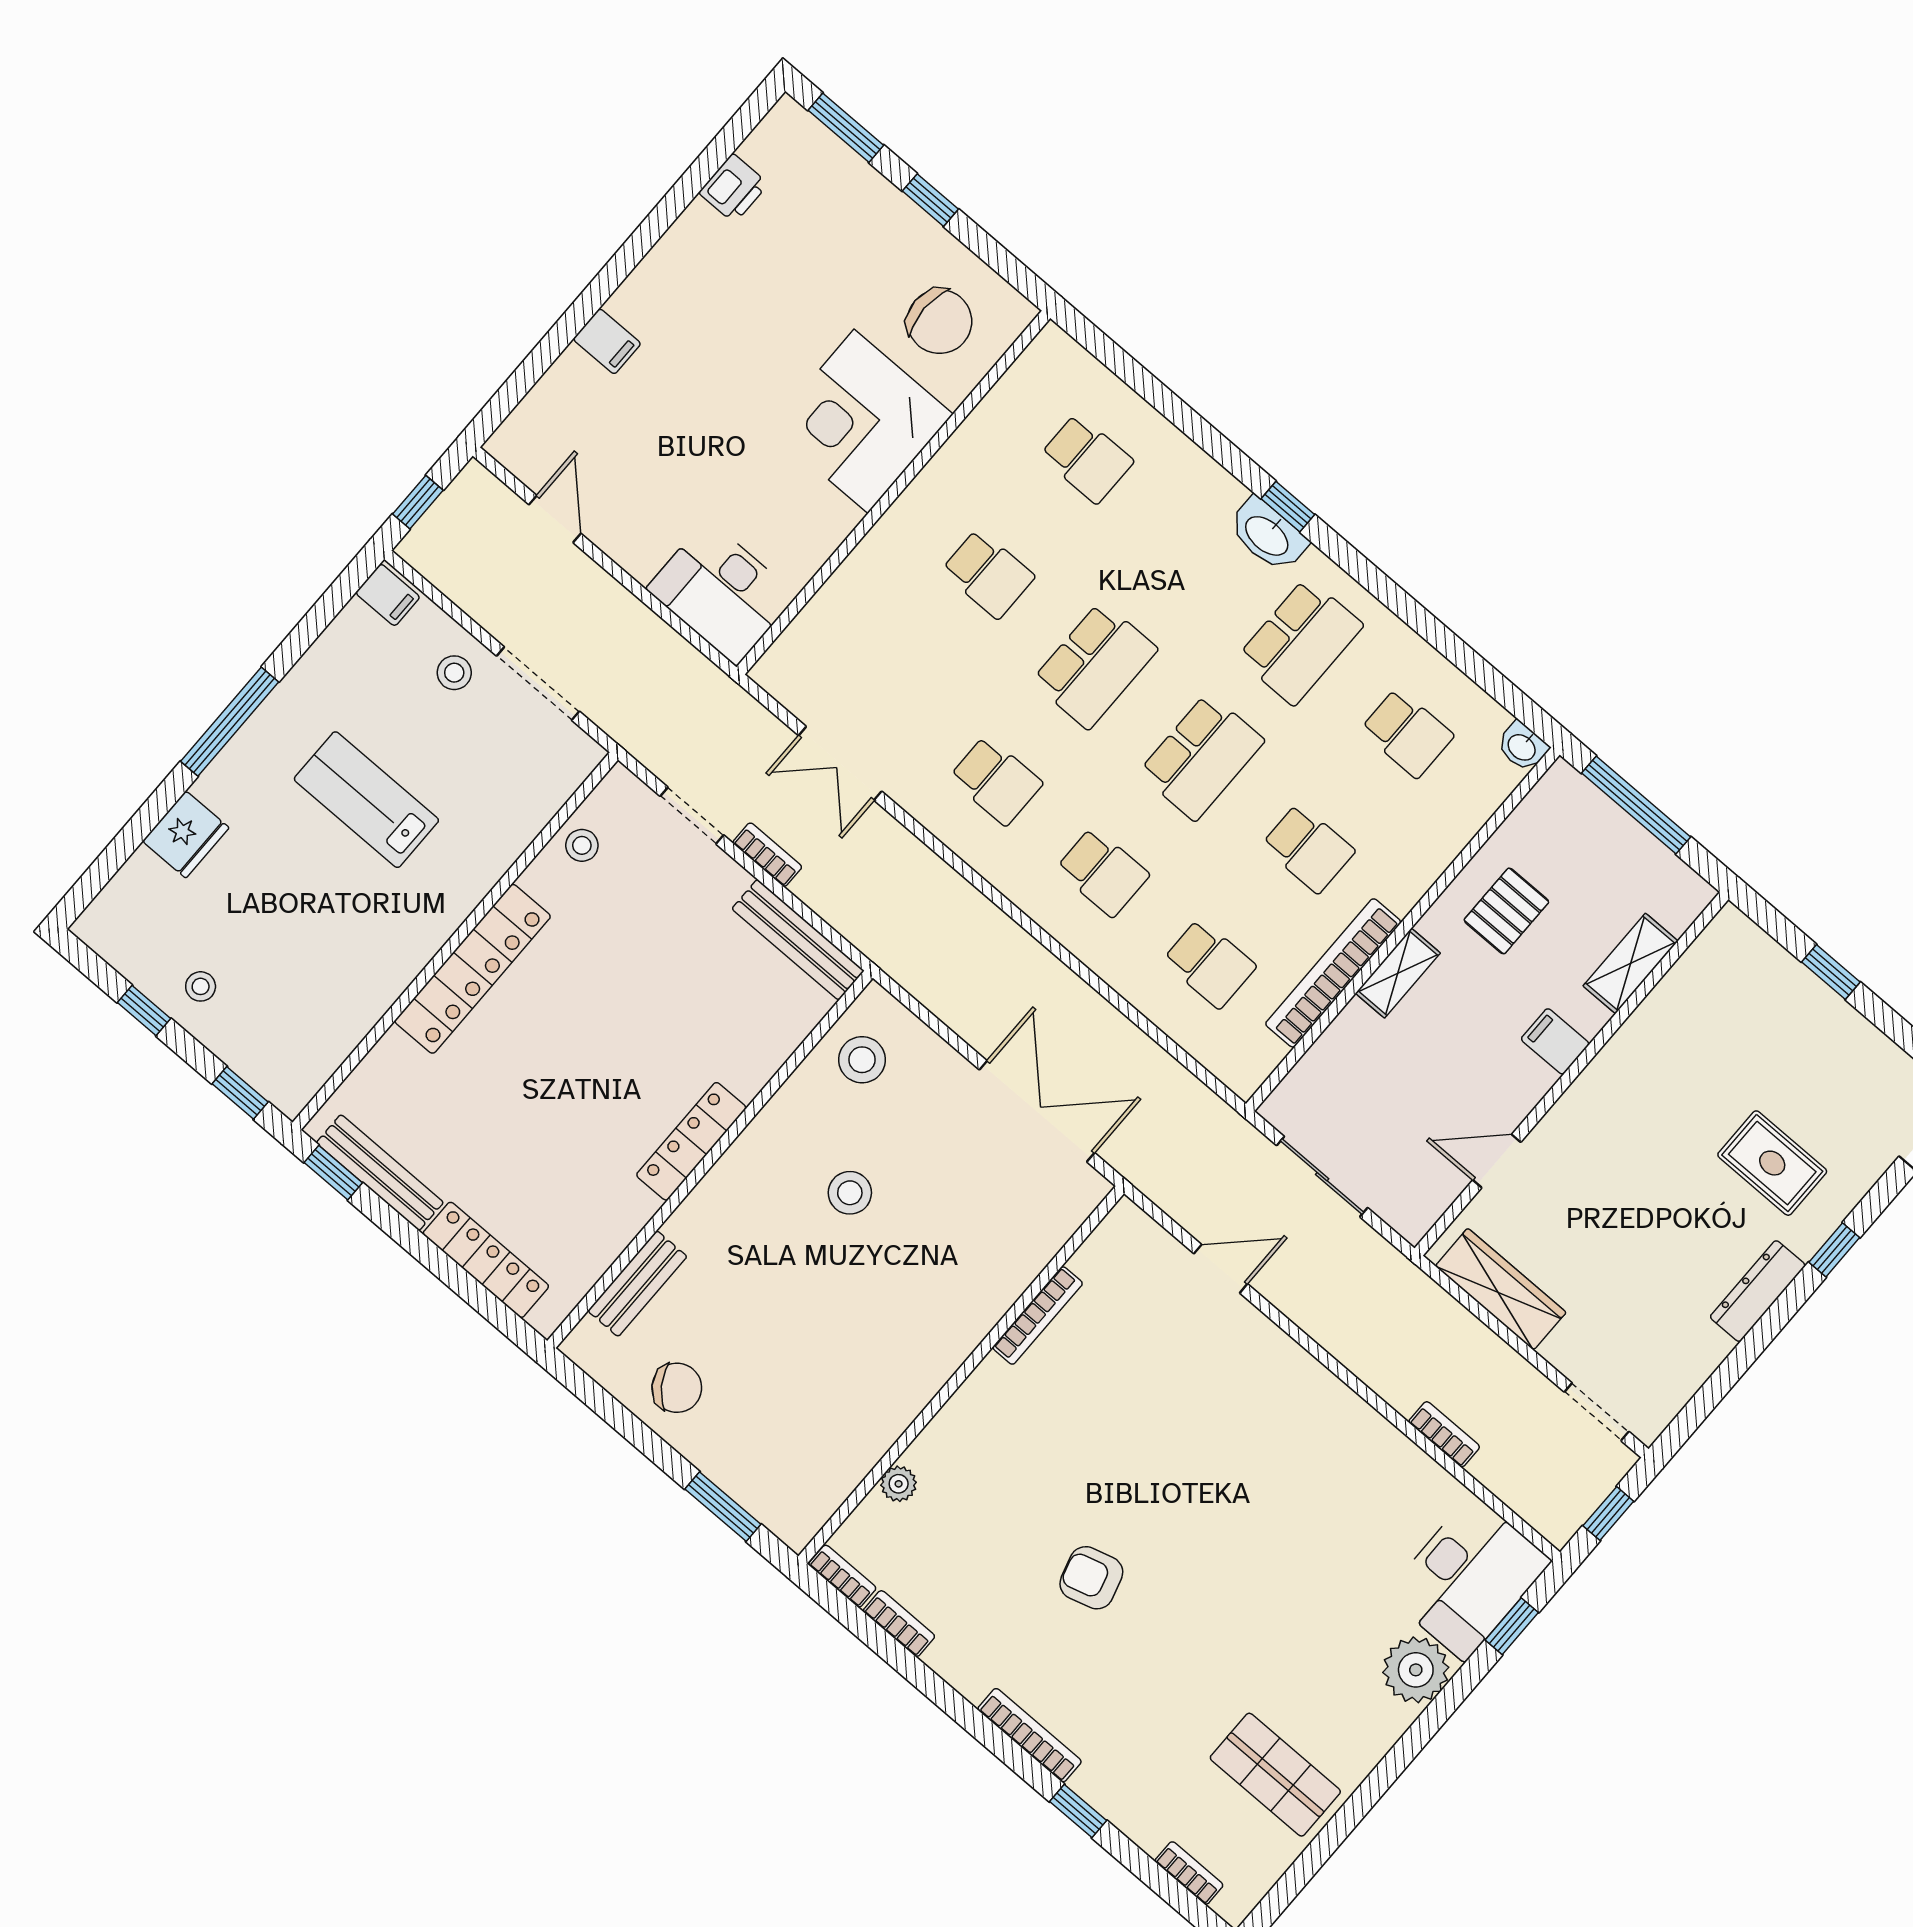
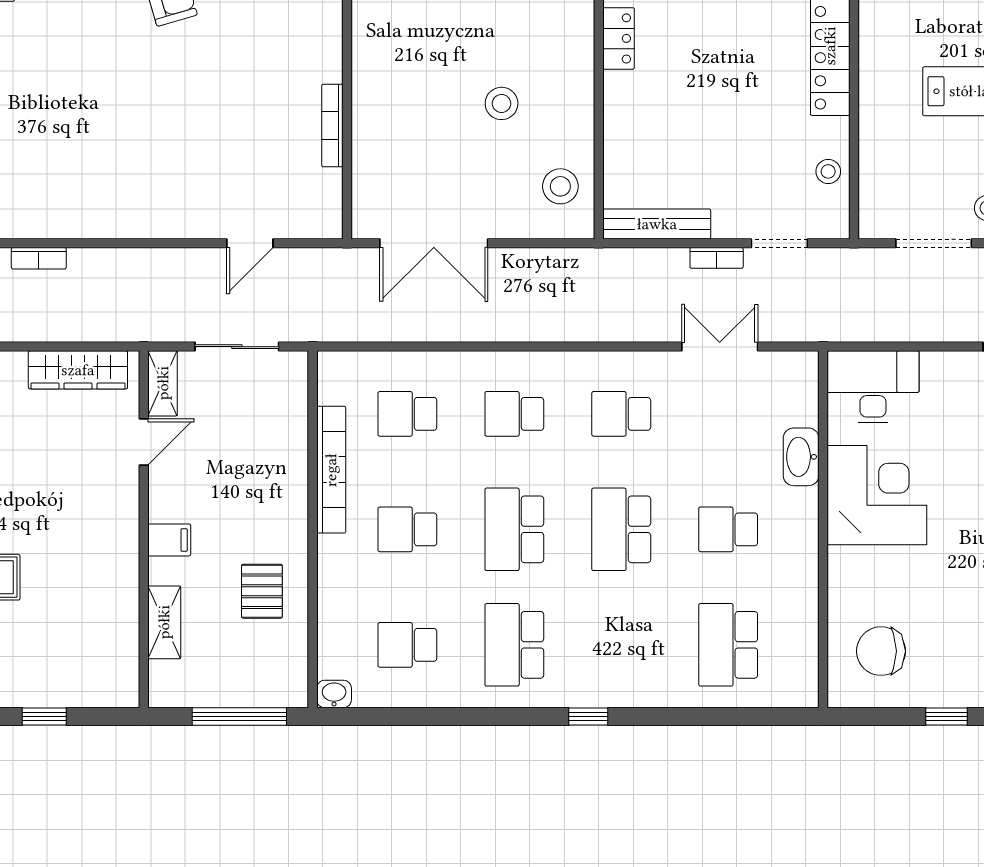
corner desk: (861, 421) -> (877, 495), moved
school desk: (1087, 458) -> (728, 645), width x1.85
washbasin: (1268, 535) -> (801, 457), moved, turned -90
shelving: (1398, 973) -> (163, 383), moved
locker: (691, 1141) -> (619, 38), width x0.66

